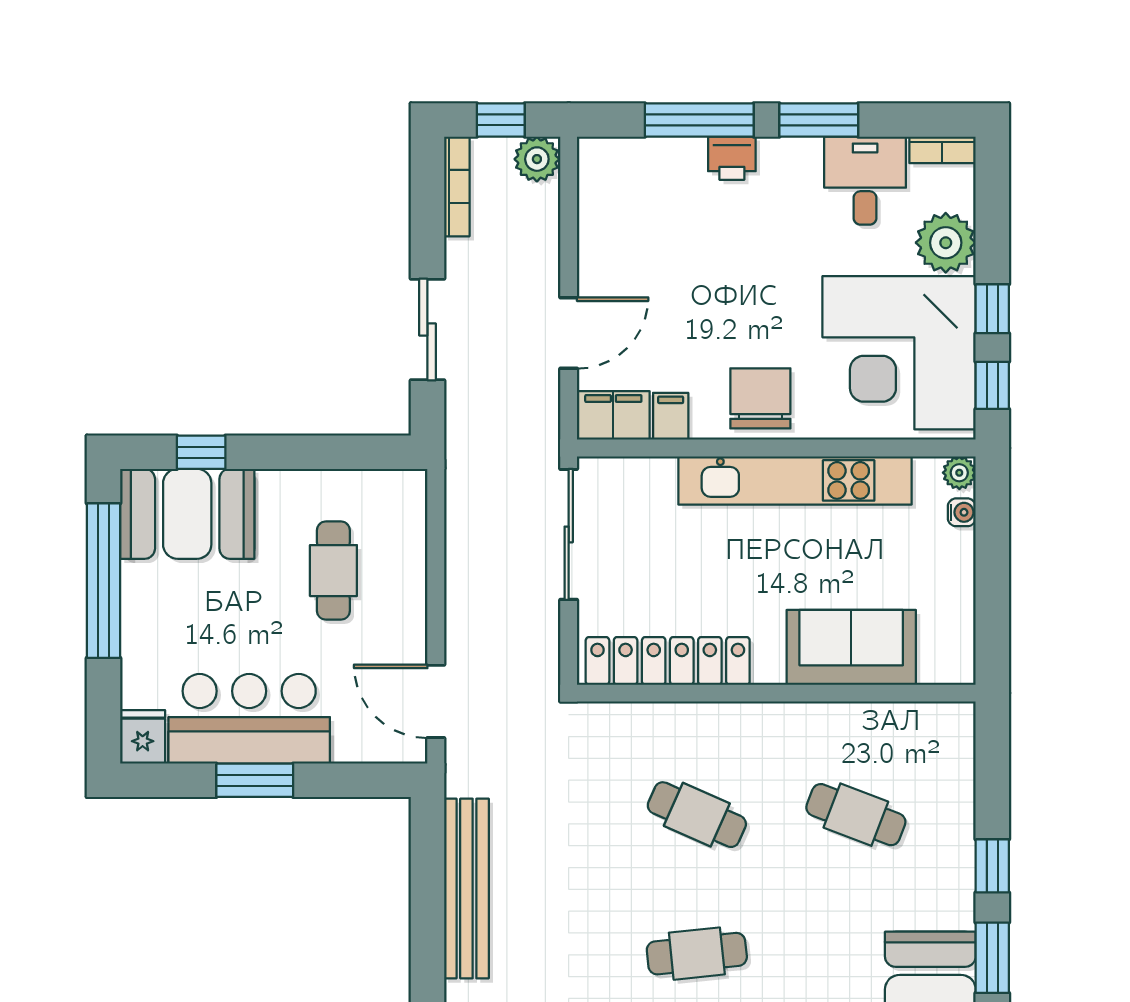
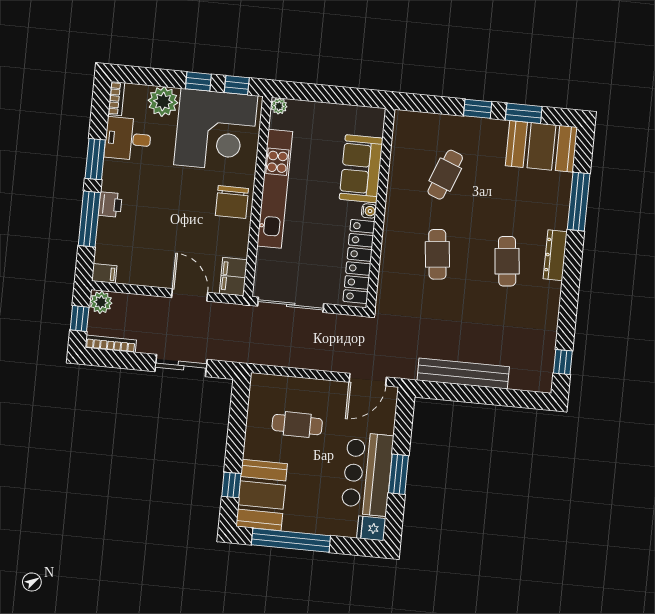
chair: (760, 398) -> (232, 202), turned -90
filing cabinet: (671, 416) -> (104, 273), moved, turned 180
water cooler: (962, 512) -> (369, 211), moved, turned 90
cafe table: (697, 815) -> (437, 254), turned -30

